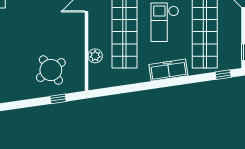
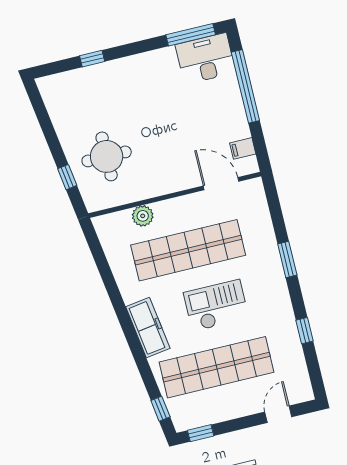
round table: (51, 70) -> (107, 156), turned 36

